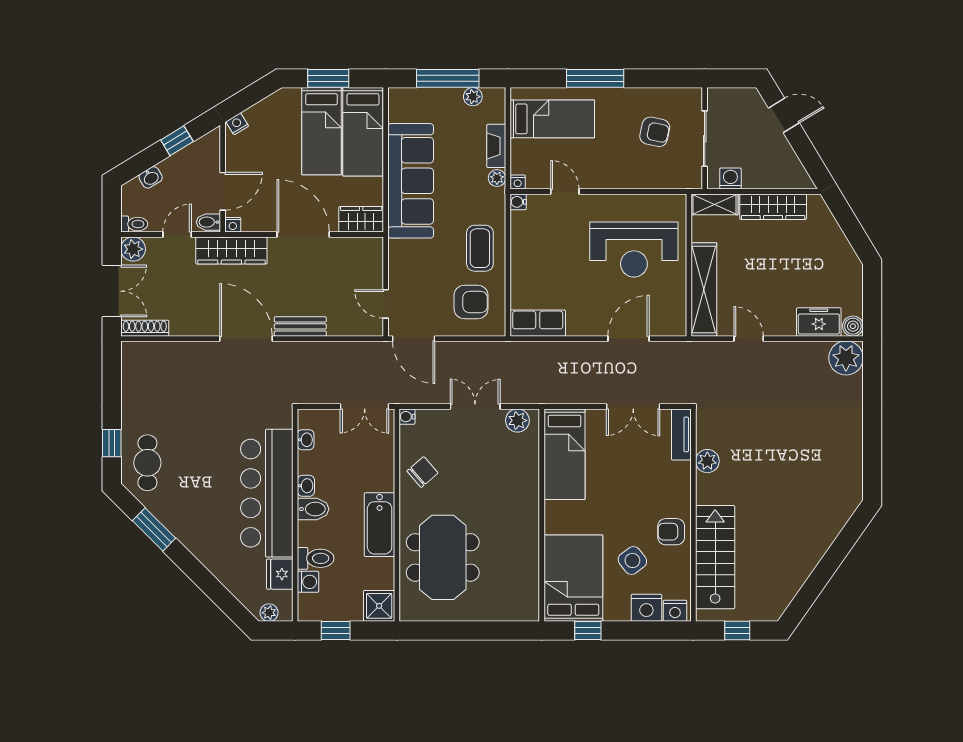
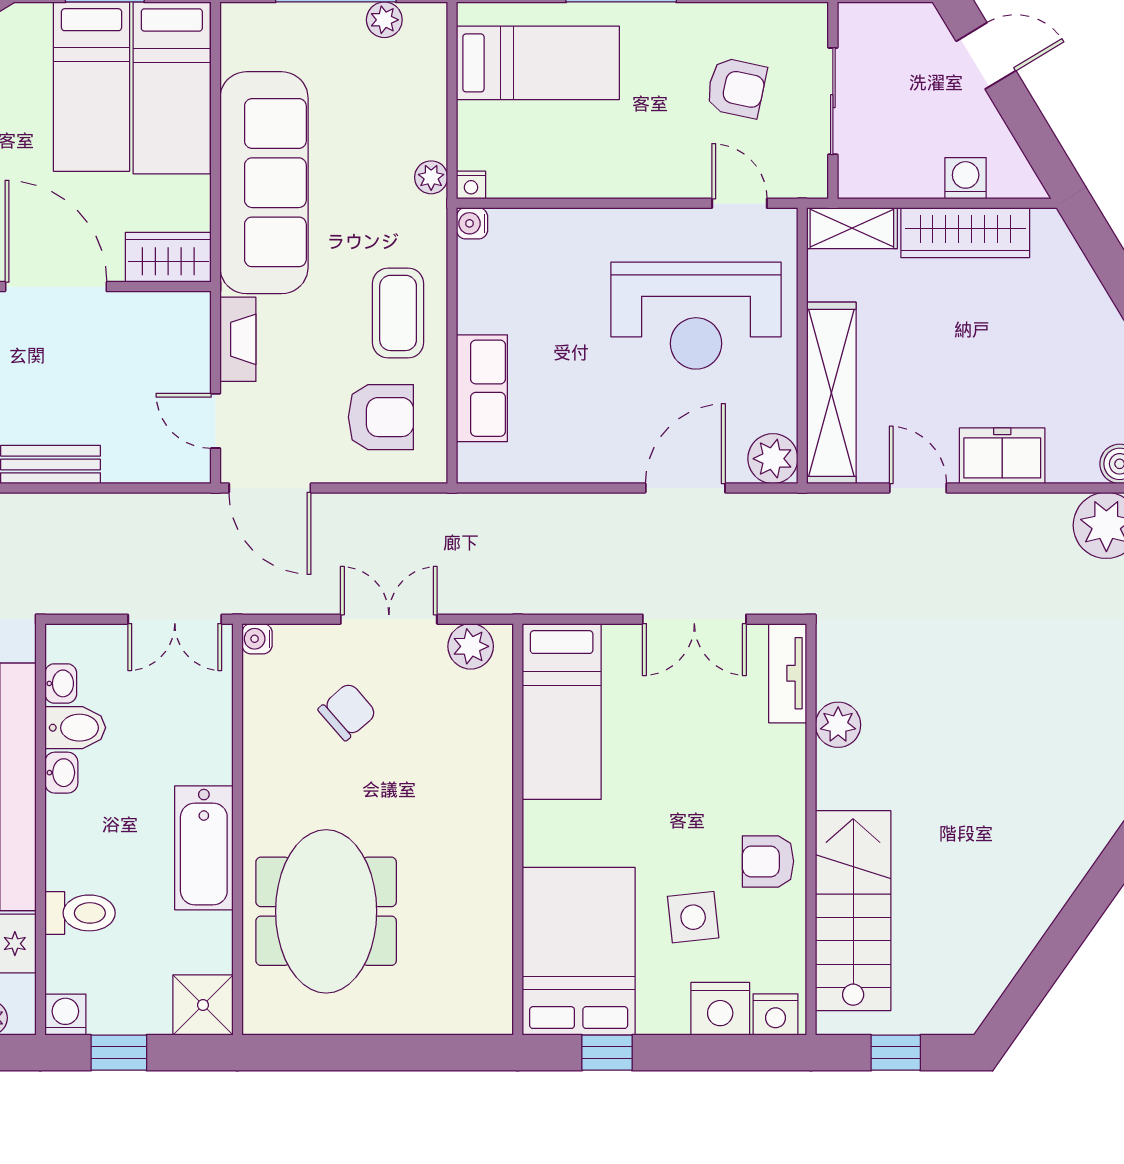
fireplace: (496, 146) -> (238, 339), moved, turned 180
washing machine: (730, 179) -> (966, 178), moved
door: (565, 192) -> (739, 203), moved
freezer: (819, 322) -> (1002, 456), moved
row of seats: (538, 323) -> (482, 388), moved, turned 90
plant: (674, 323) -> (773, 459), added
chair: (422, 472) -> (347, 711), moved
bidet: (313, 509) -> (75, 728), moved
side table: (632, 560) -> (693, 917), turned 31
washing machine: (308, 582) -> (65, 1015), moved, turned -90

